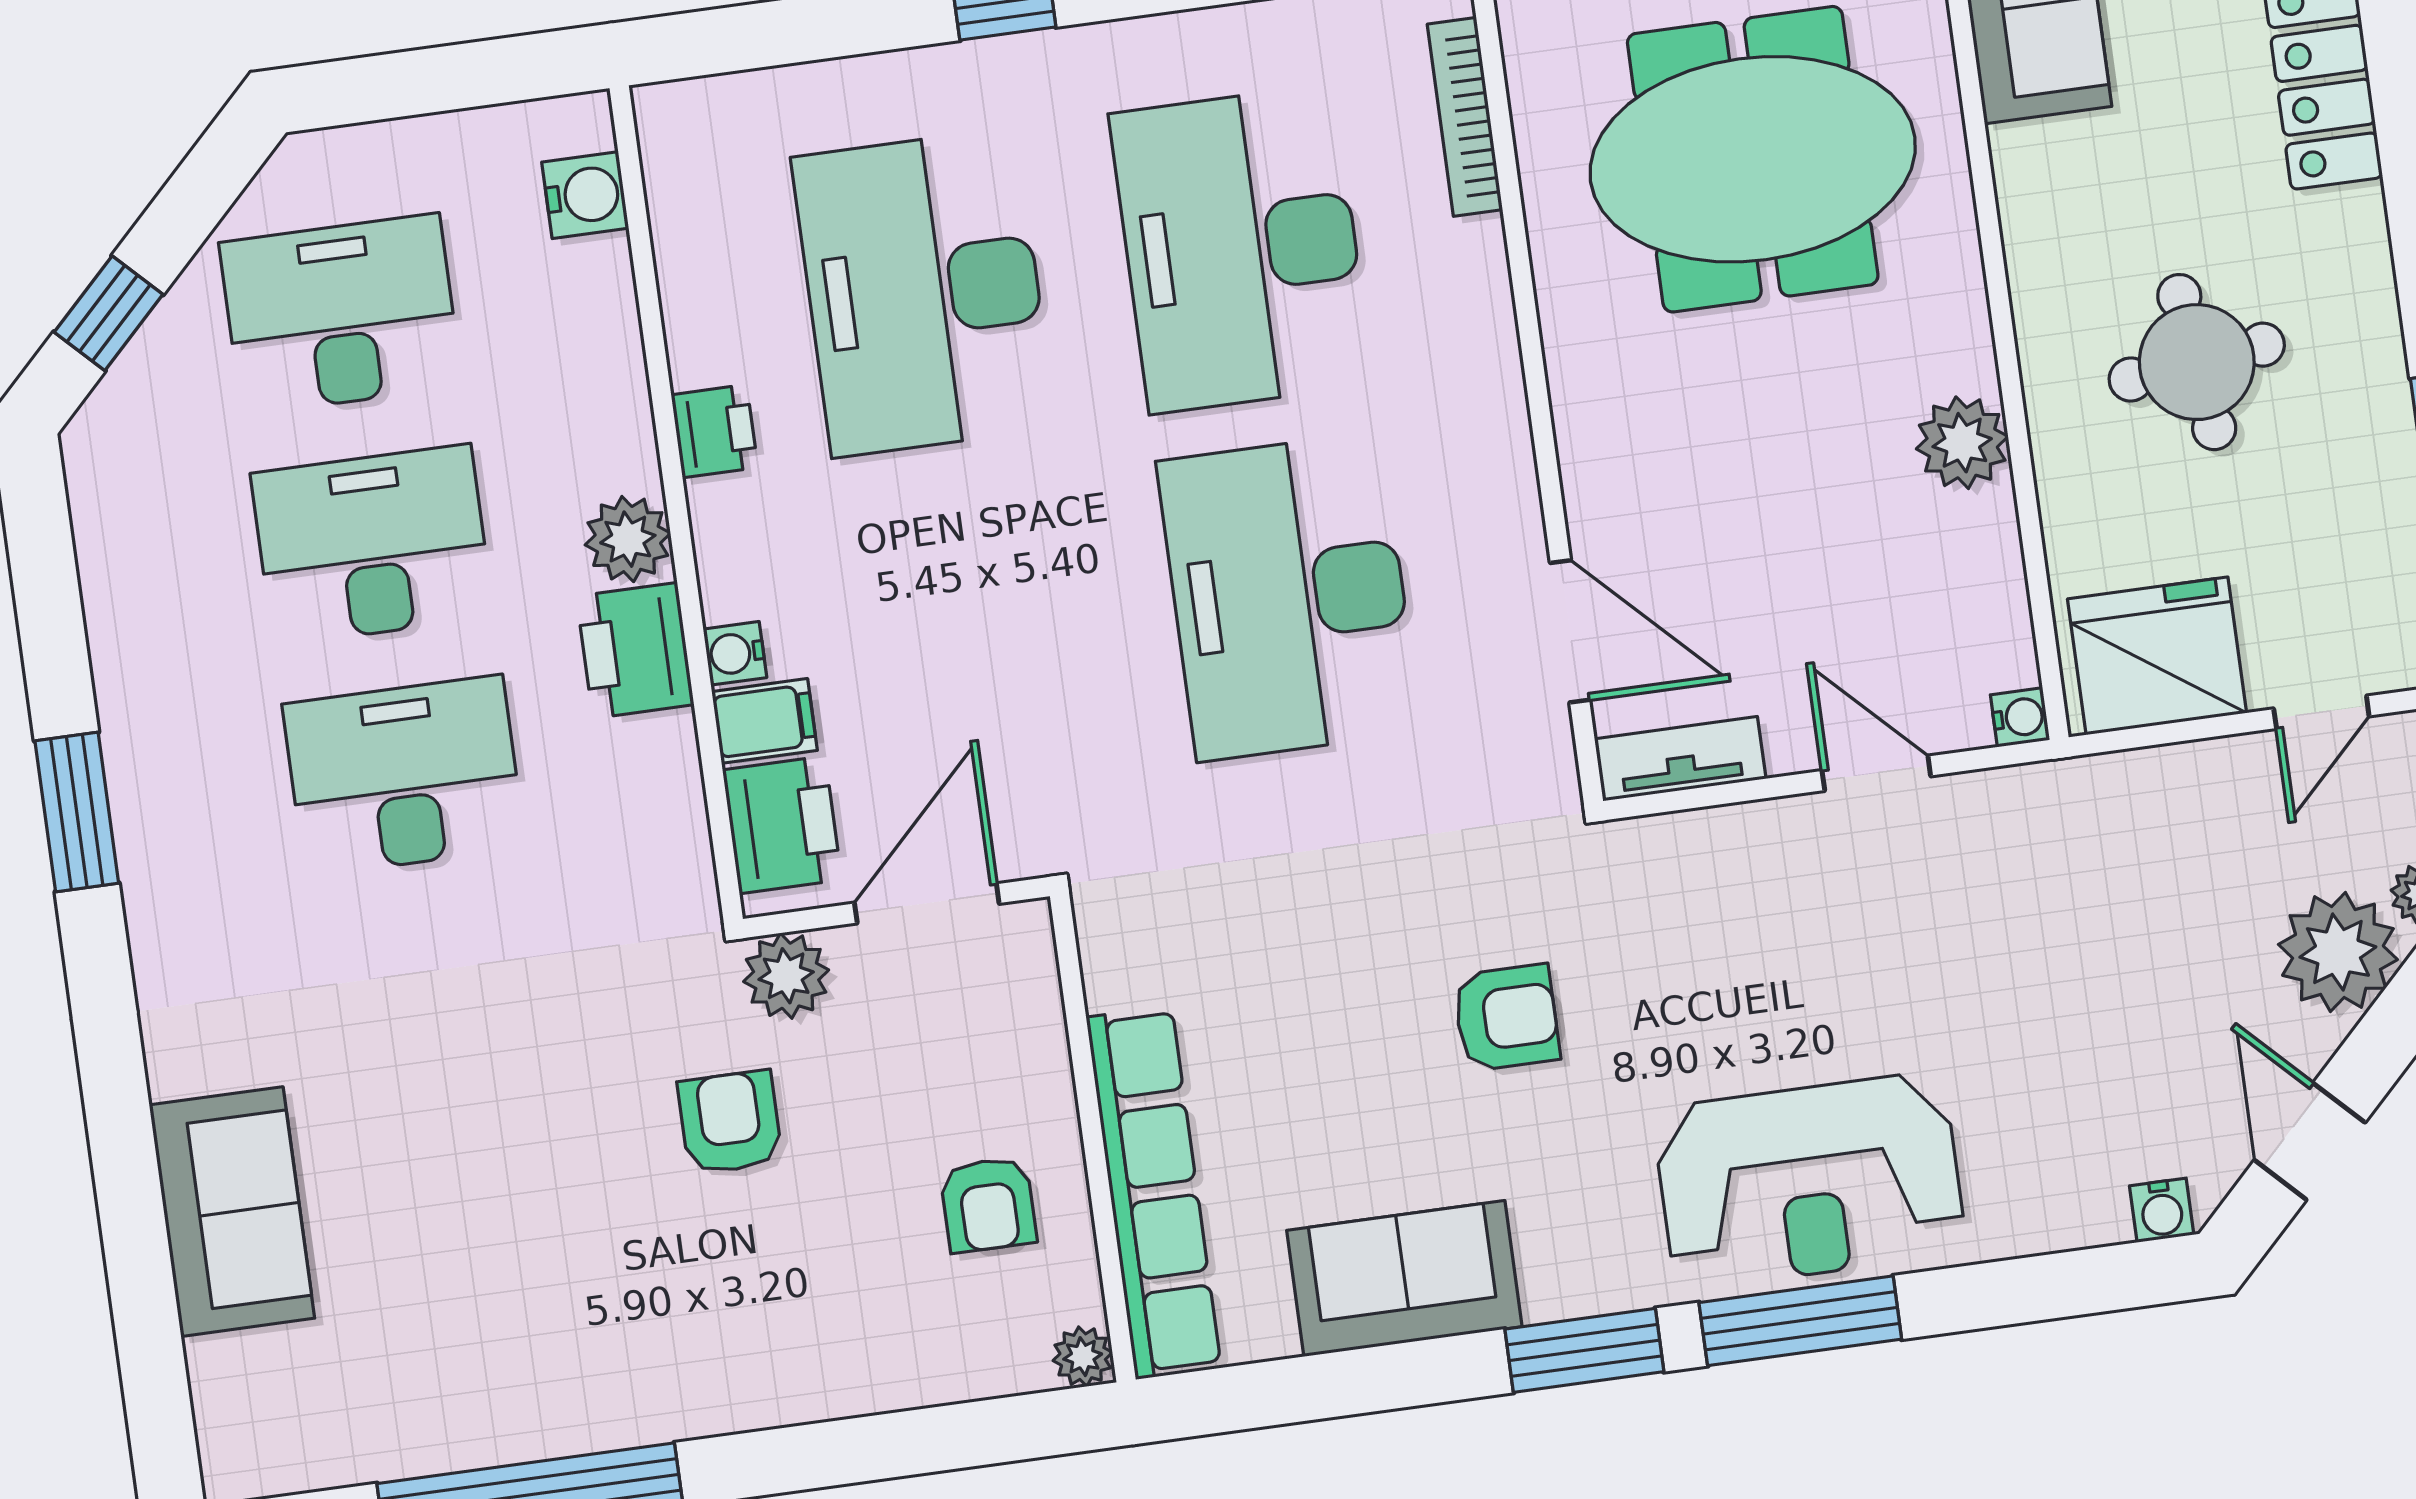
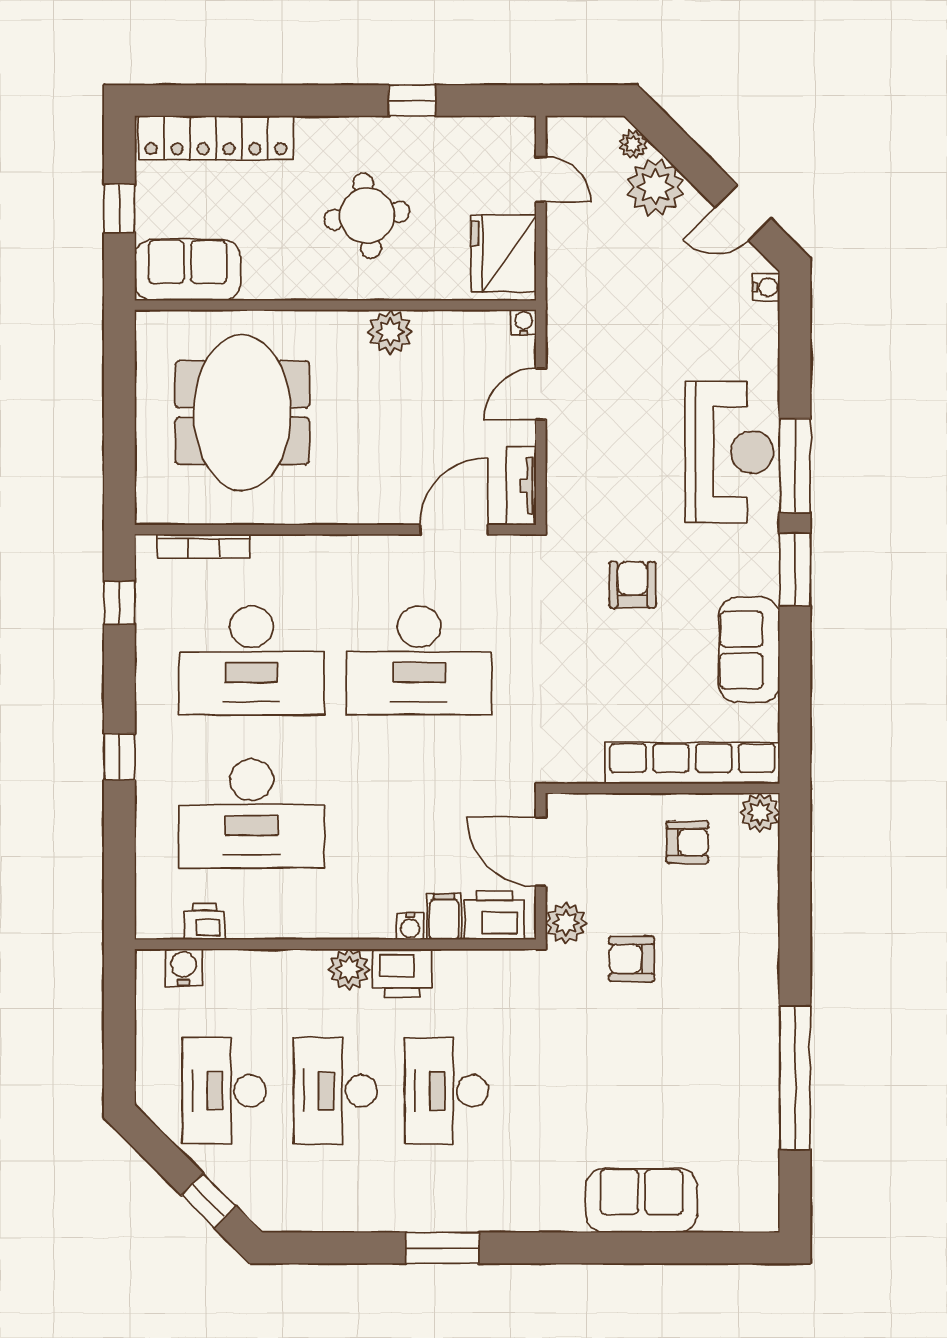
printer: (714, 431) -> (205, 921), moved
plant: (1083, 1357) -> (760, 813), width x1.38, depth x1.38

